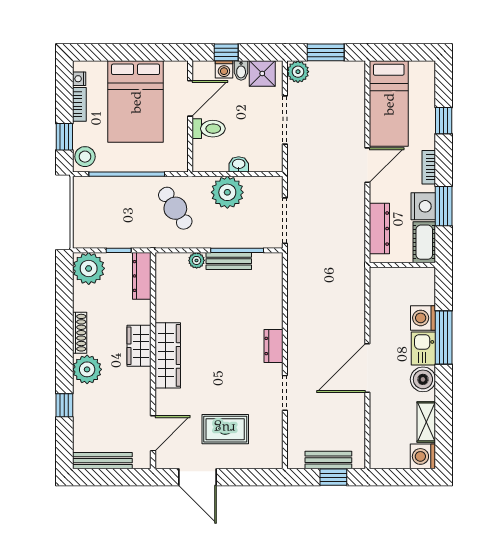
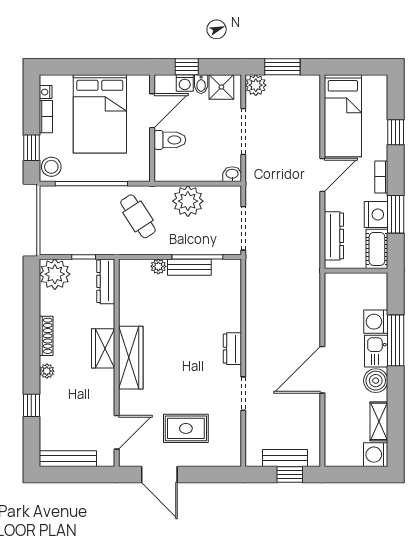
washbasin: (239, 164) -> (232, 174), moved
plant: (87, 369) -> (47, 371), width x0.53, depth x0.53

